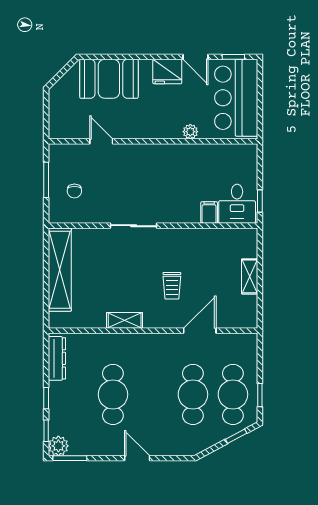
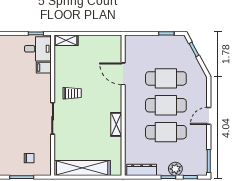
shelving: (250, 276) -> (66, 40), moved
trolley: (172, 286) -> (72, 93), moved
cafe table: (233, 394) -> (166, 105), moved
plant: (58, 446) -> (175, 169), moved

